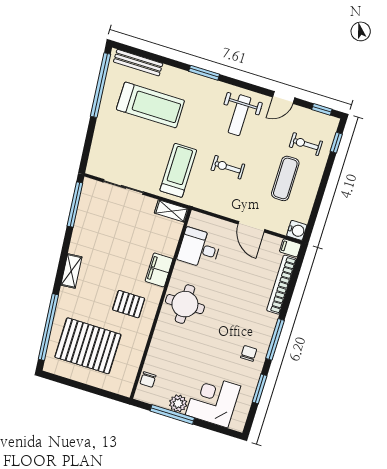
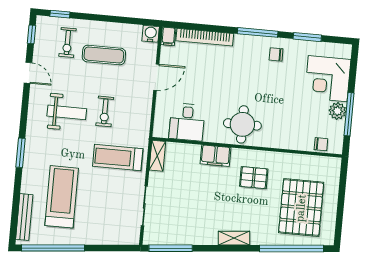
weight bench: (240, 115) -> (67, 112), moved
pallet: (129, 304) -> (254, 178), turned 90

